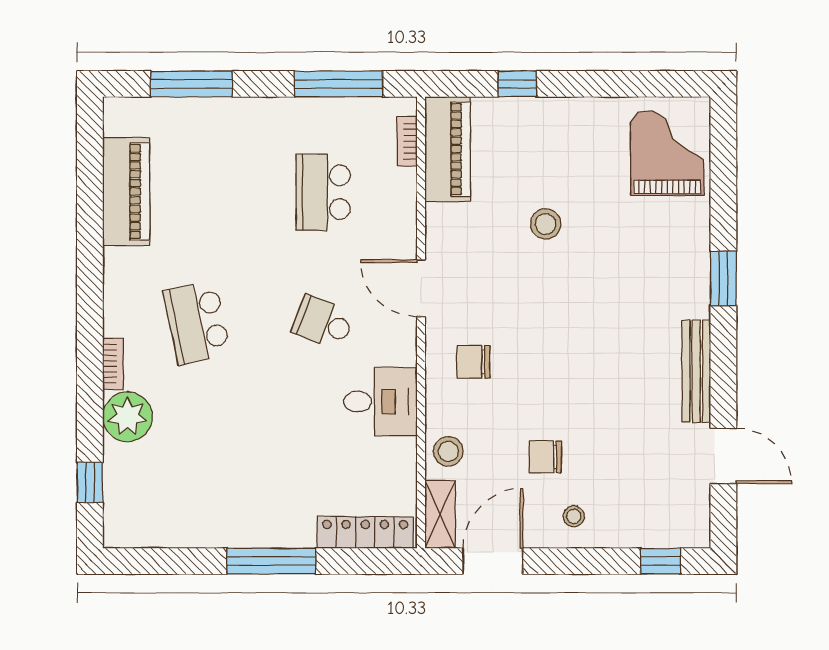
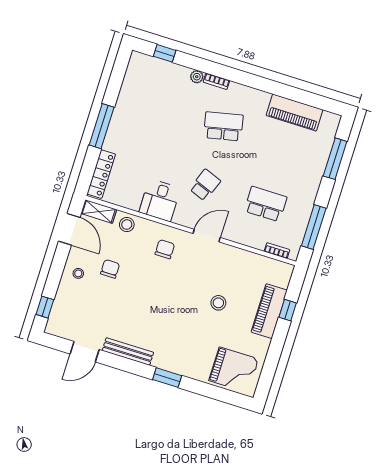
piano: (448, 149) -> (269, 311), moved, turned 90
plant: (128, 417) -> (197, 77), width x0.53, depth x0.53

